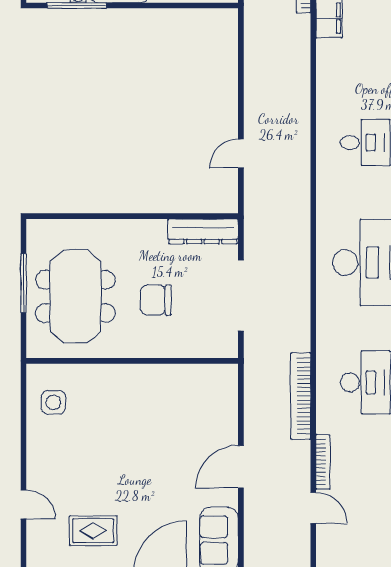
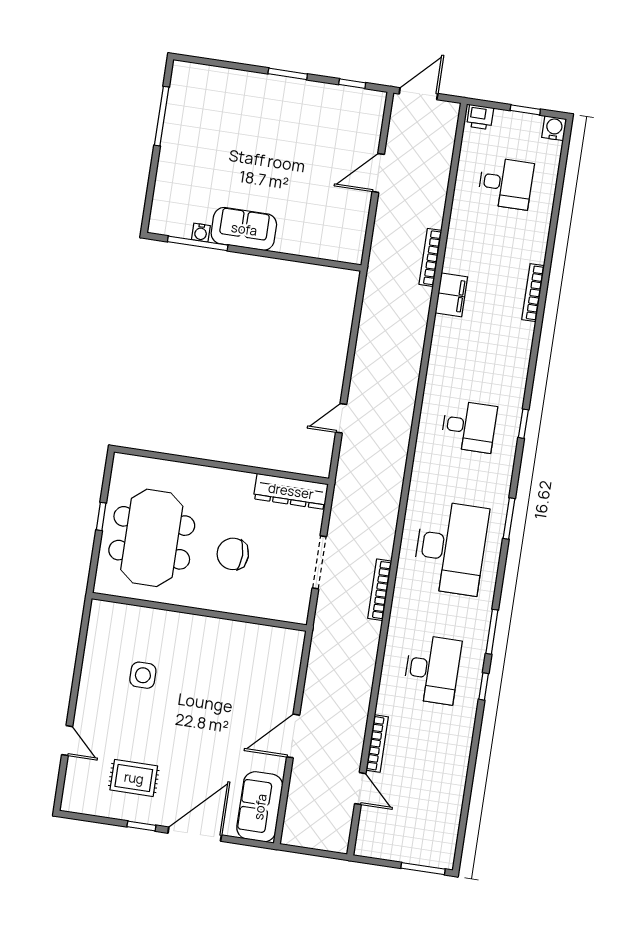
window: (23, 283) -> (101, 516), width x0.46
doorway: (241, 296) -> (319, 562), width x0.73
bookcase: (301, 396) -> (380, 590), moved, width x0.68, depth x0.76
side table: (53, 402) -> (143, 675), moved

